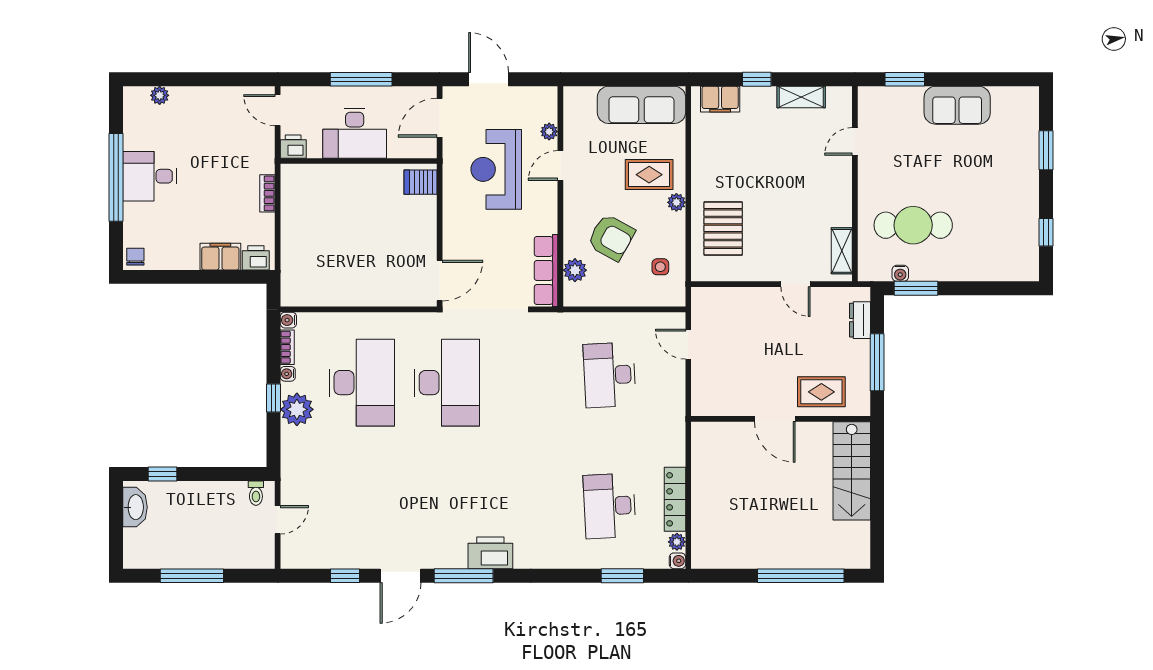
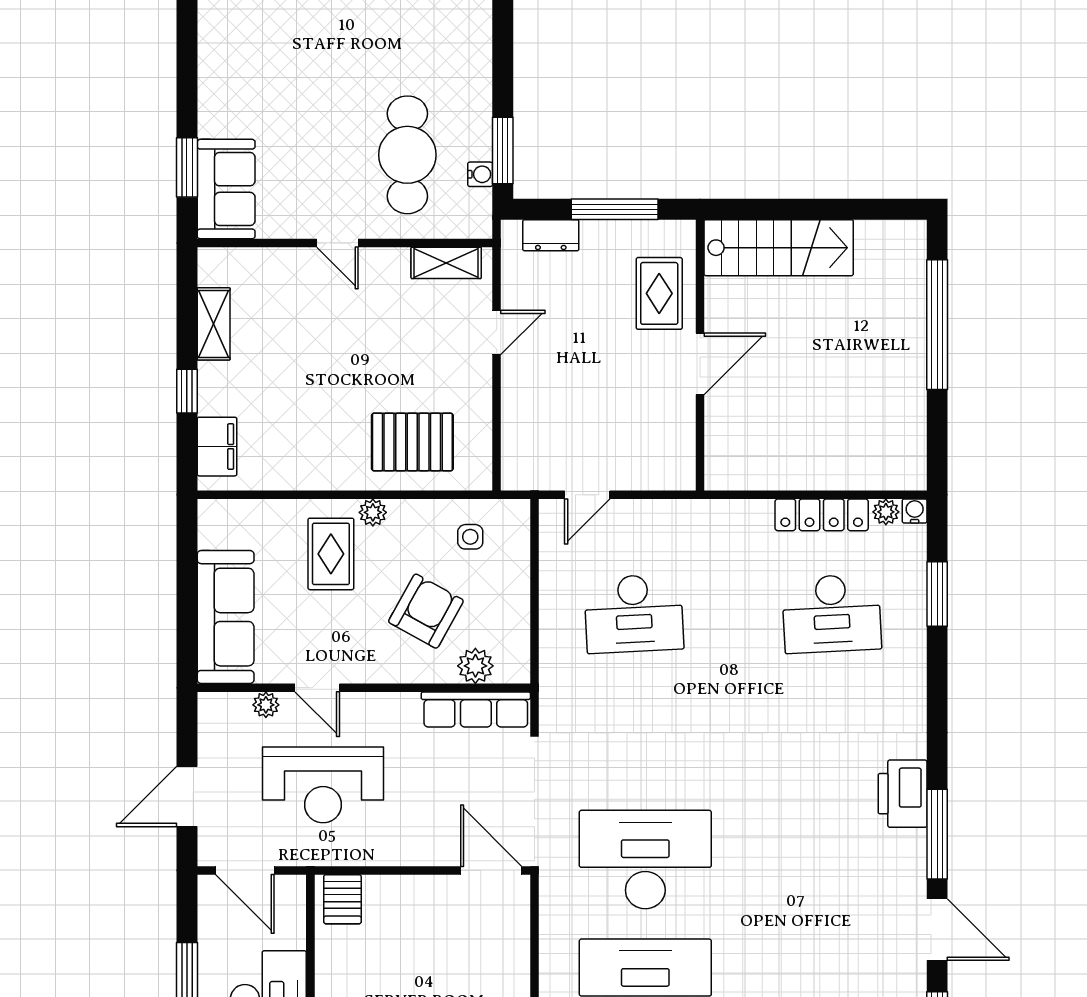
sofa: (641, 105) -> (226, 617), moved
sofa: (957, 105) -> (226, 189), moved
door: (855, 141) -> (337, 243), moved

